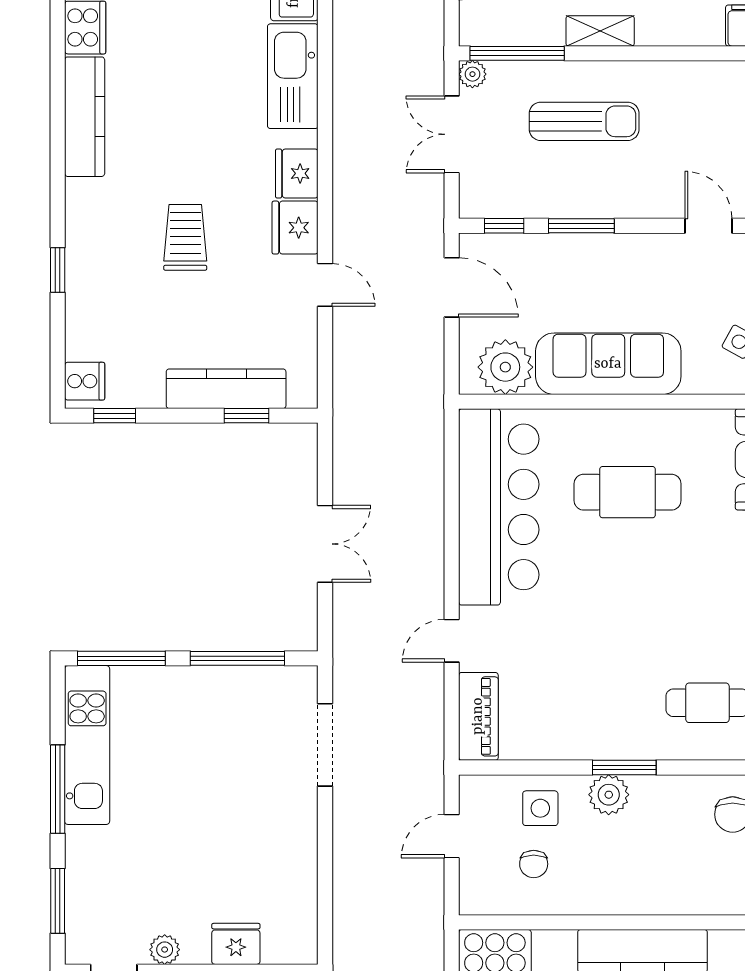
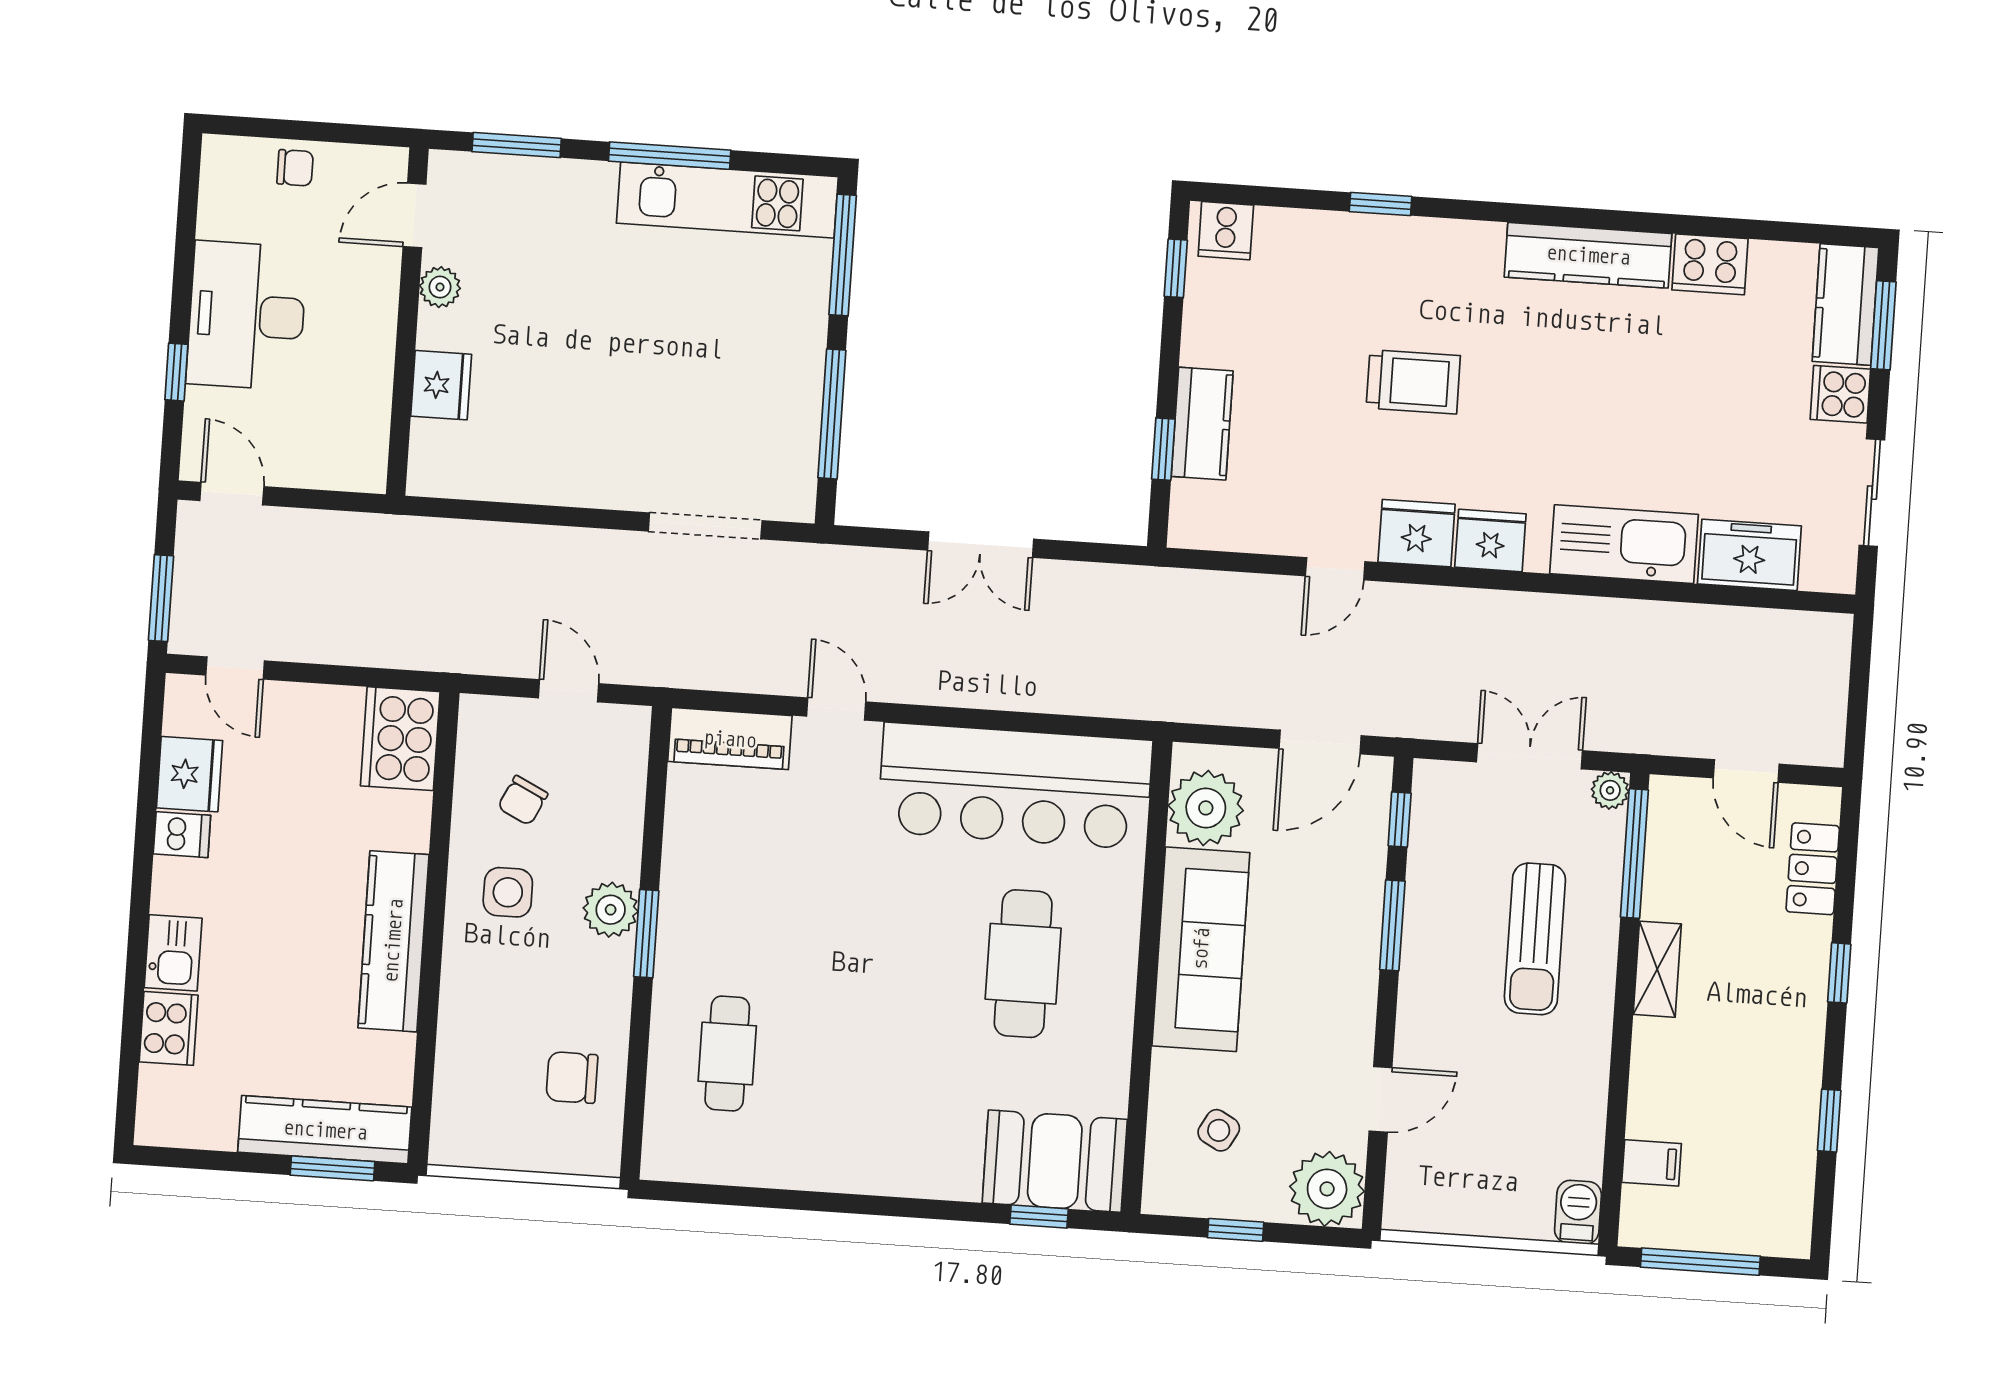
kitchen counter: (226, 389) -> (1202, 424), width x0.67
side table: (540, 808) -> (508, 892), moved
chair: (534, 864) -> (523, 800), turned -64

